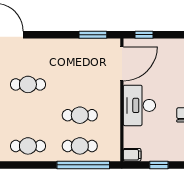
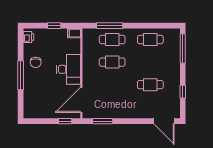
window: (83, 165) -> (110, 26), width x0.68

